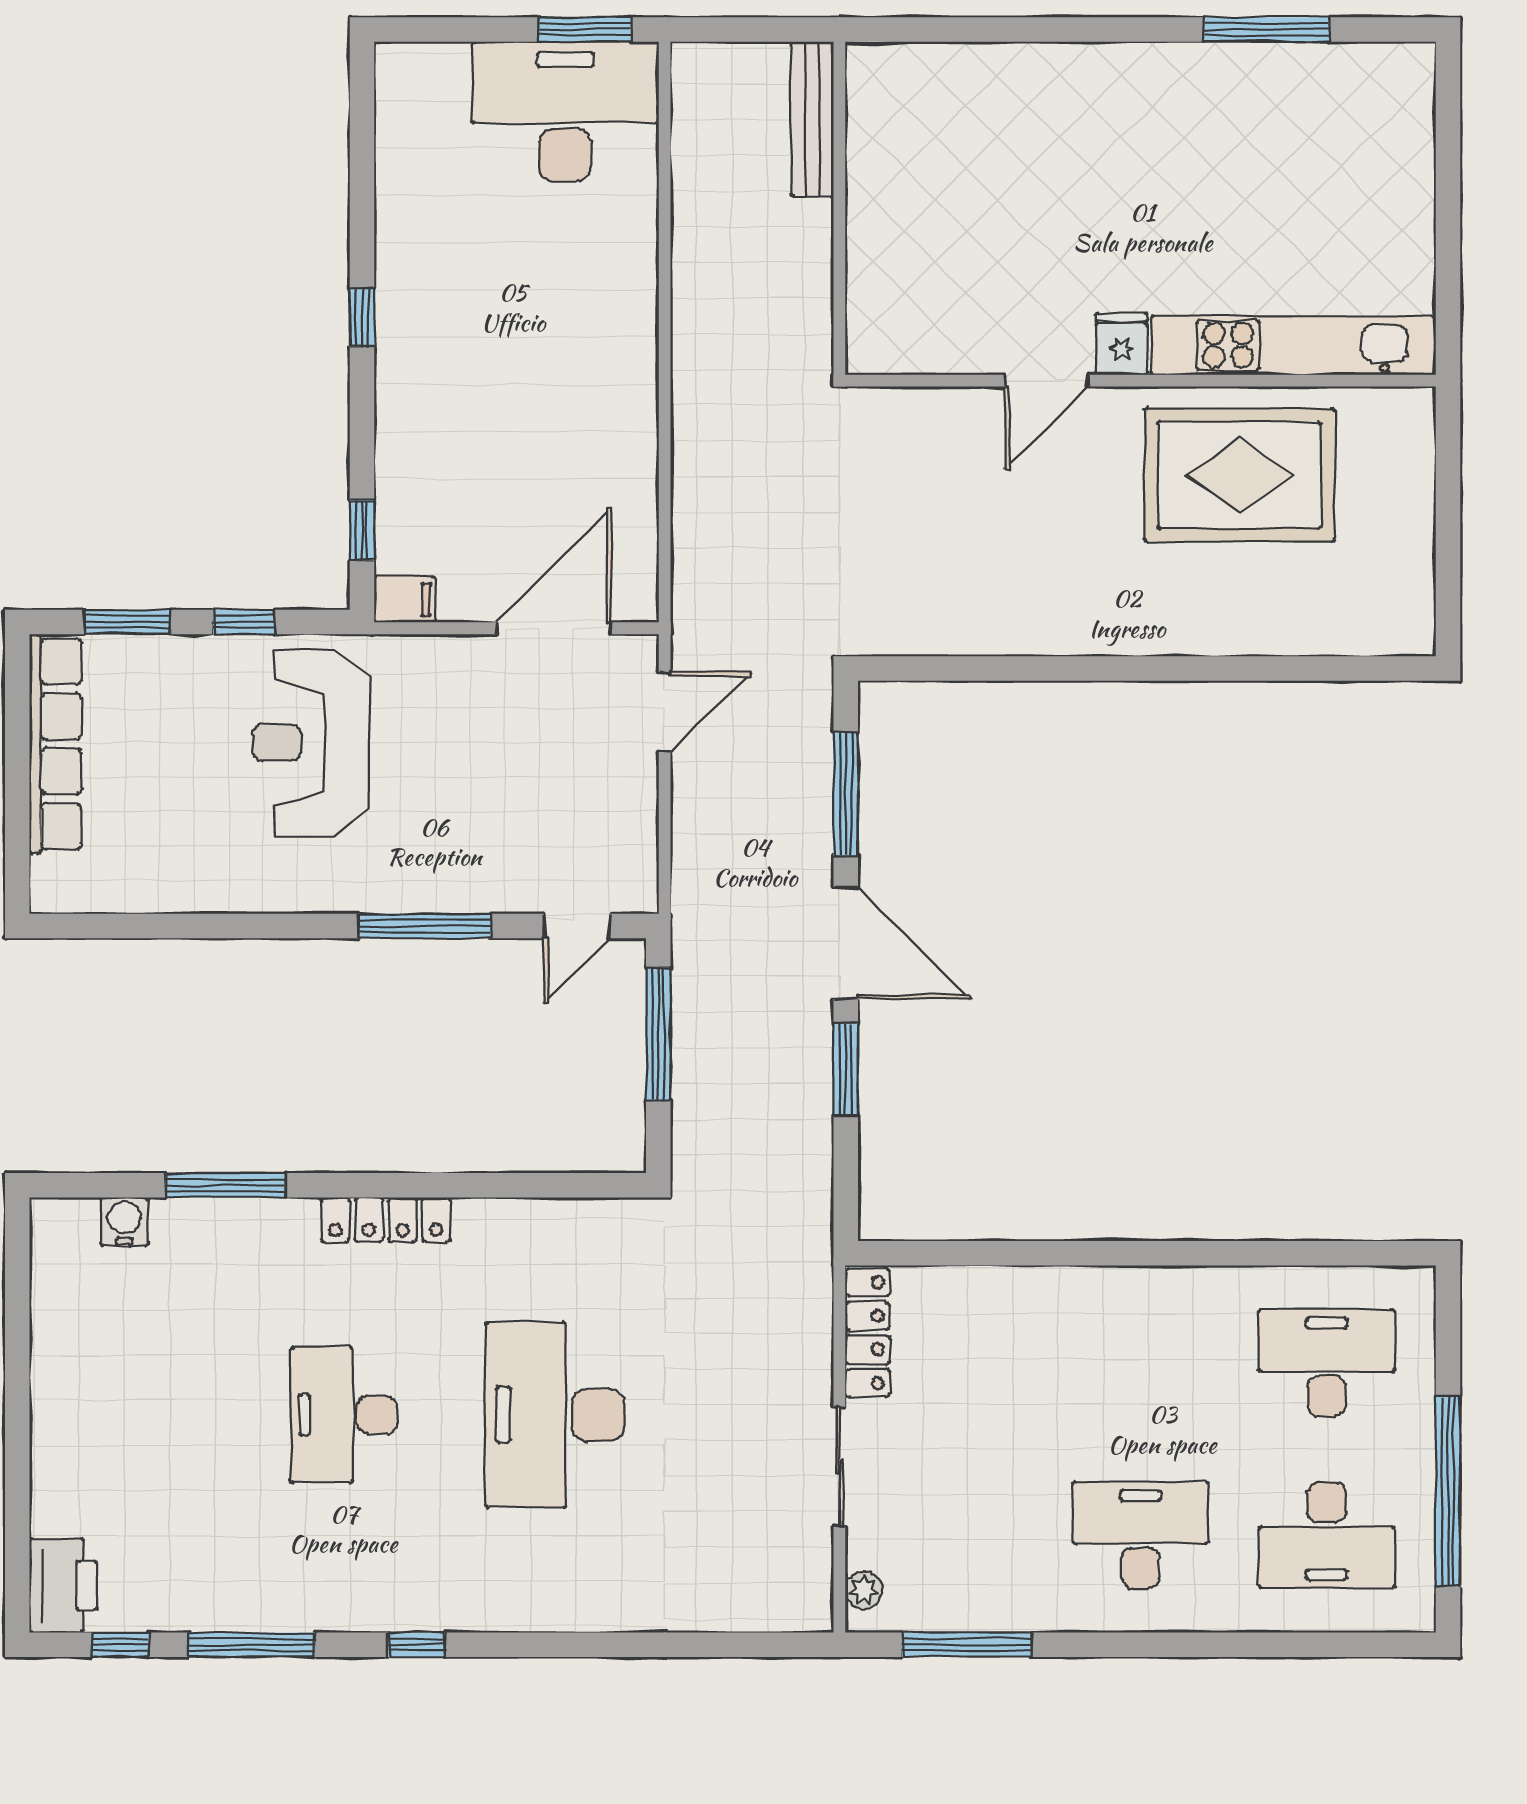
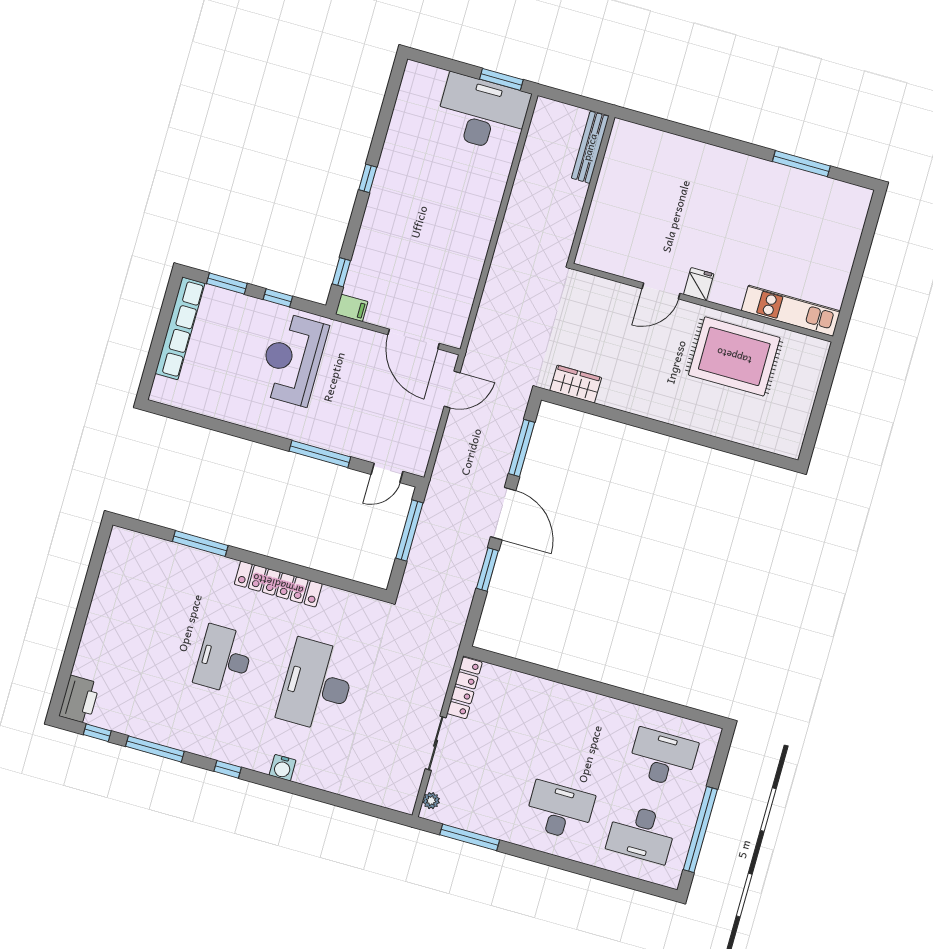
kitchen unit: (1294, 345) -> (791, 311), width x0.73
wardrobe: (922, 627) -> (576, 384), added
door: (554, 628) -> (414, 339), swing flipped
locker: (386, 1220) -> (278, 584), width x1.41, depth x1.21
water cooler: (124, 1221) -> (283, 768), moved, turned 180

